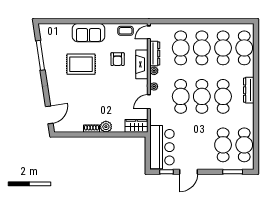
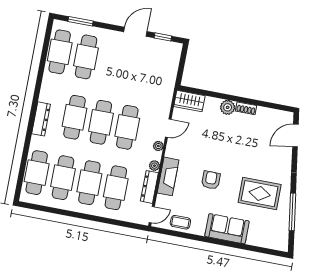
armchair: (118, 59) -> (211, 180), moved
rug: (81, 64) -> (260, 194), moved
bar counter: (162, 147) -> (163, 69), removed

